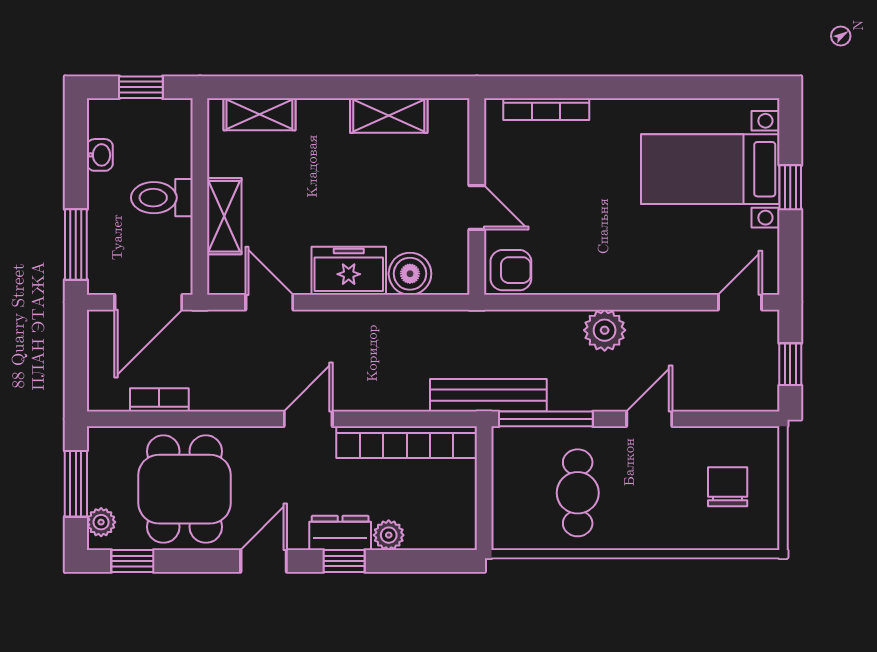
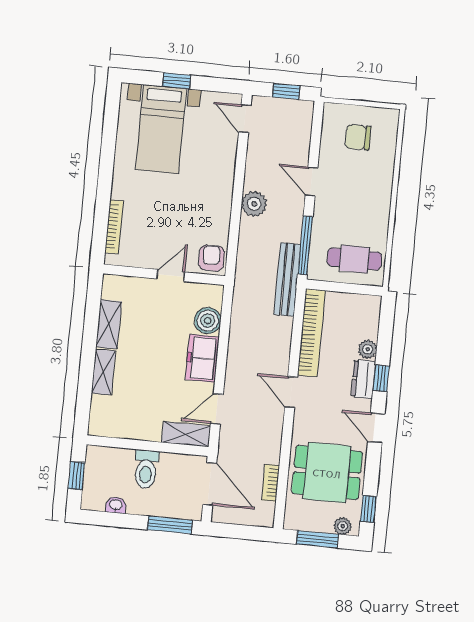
shelving: (259, 114) -> (103, 372), moved
shelving: (224, 216) -> (186, 434), moved
cafe table: (578, 493) -> (354, 259), moved

